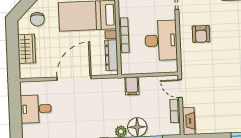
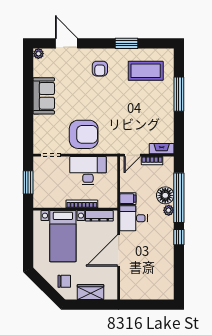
armchair: (201, 34) -> (84, 134), width x1.88, depth x1.88
door: (74, 78) -> (119, 250), hinge flipped
desk: (36, 109) -> (133, 218), moved, turned 90

